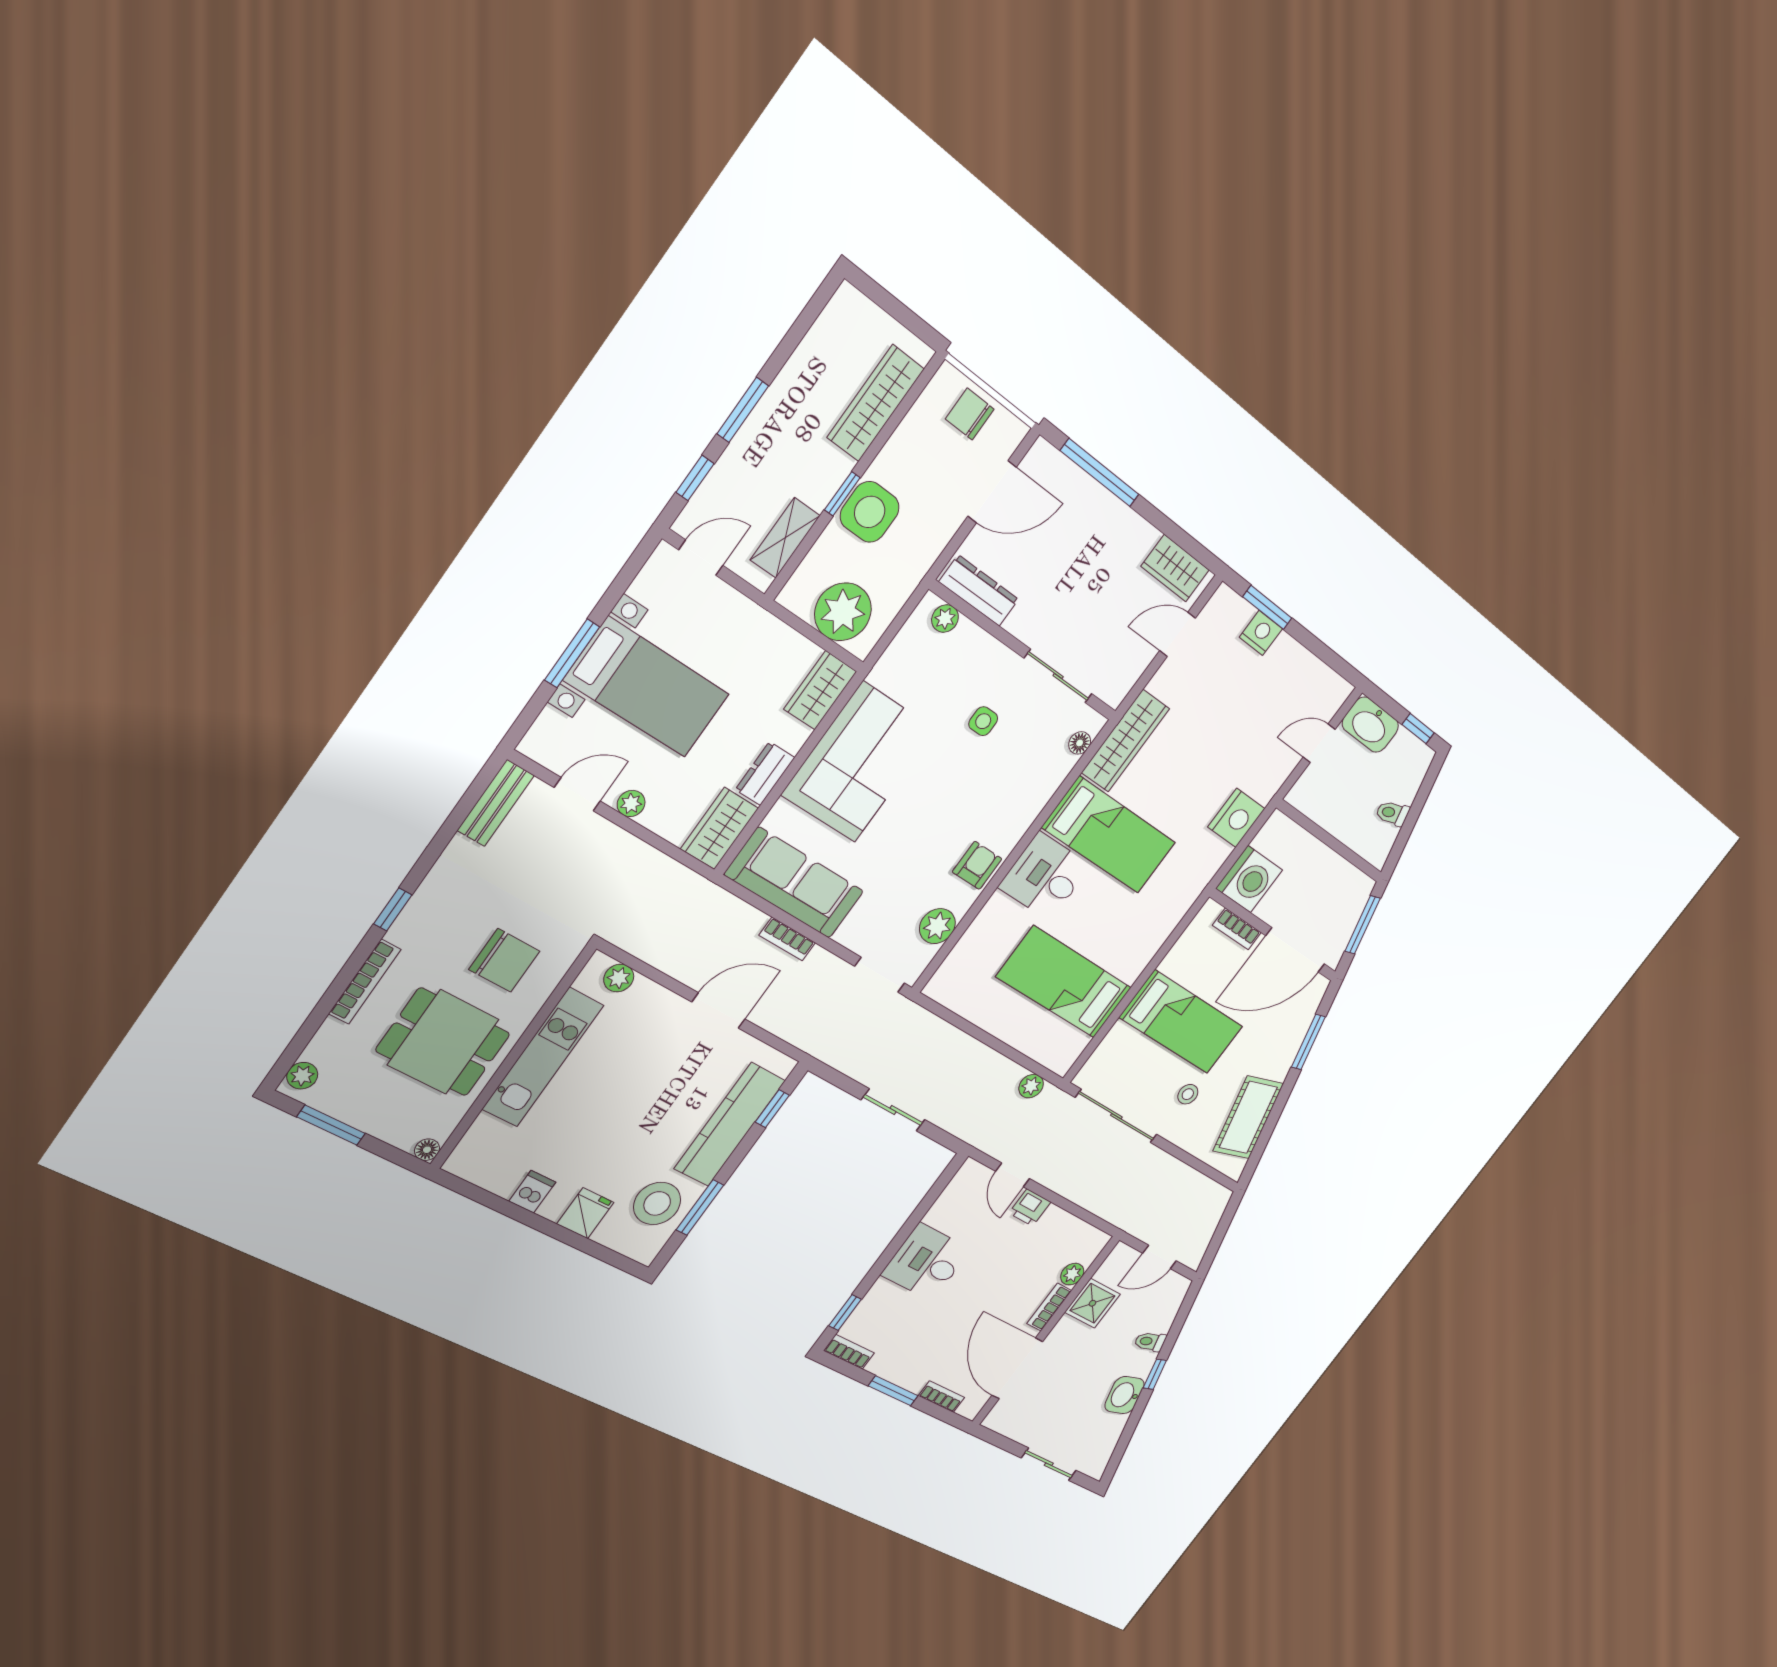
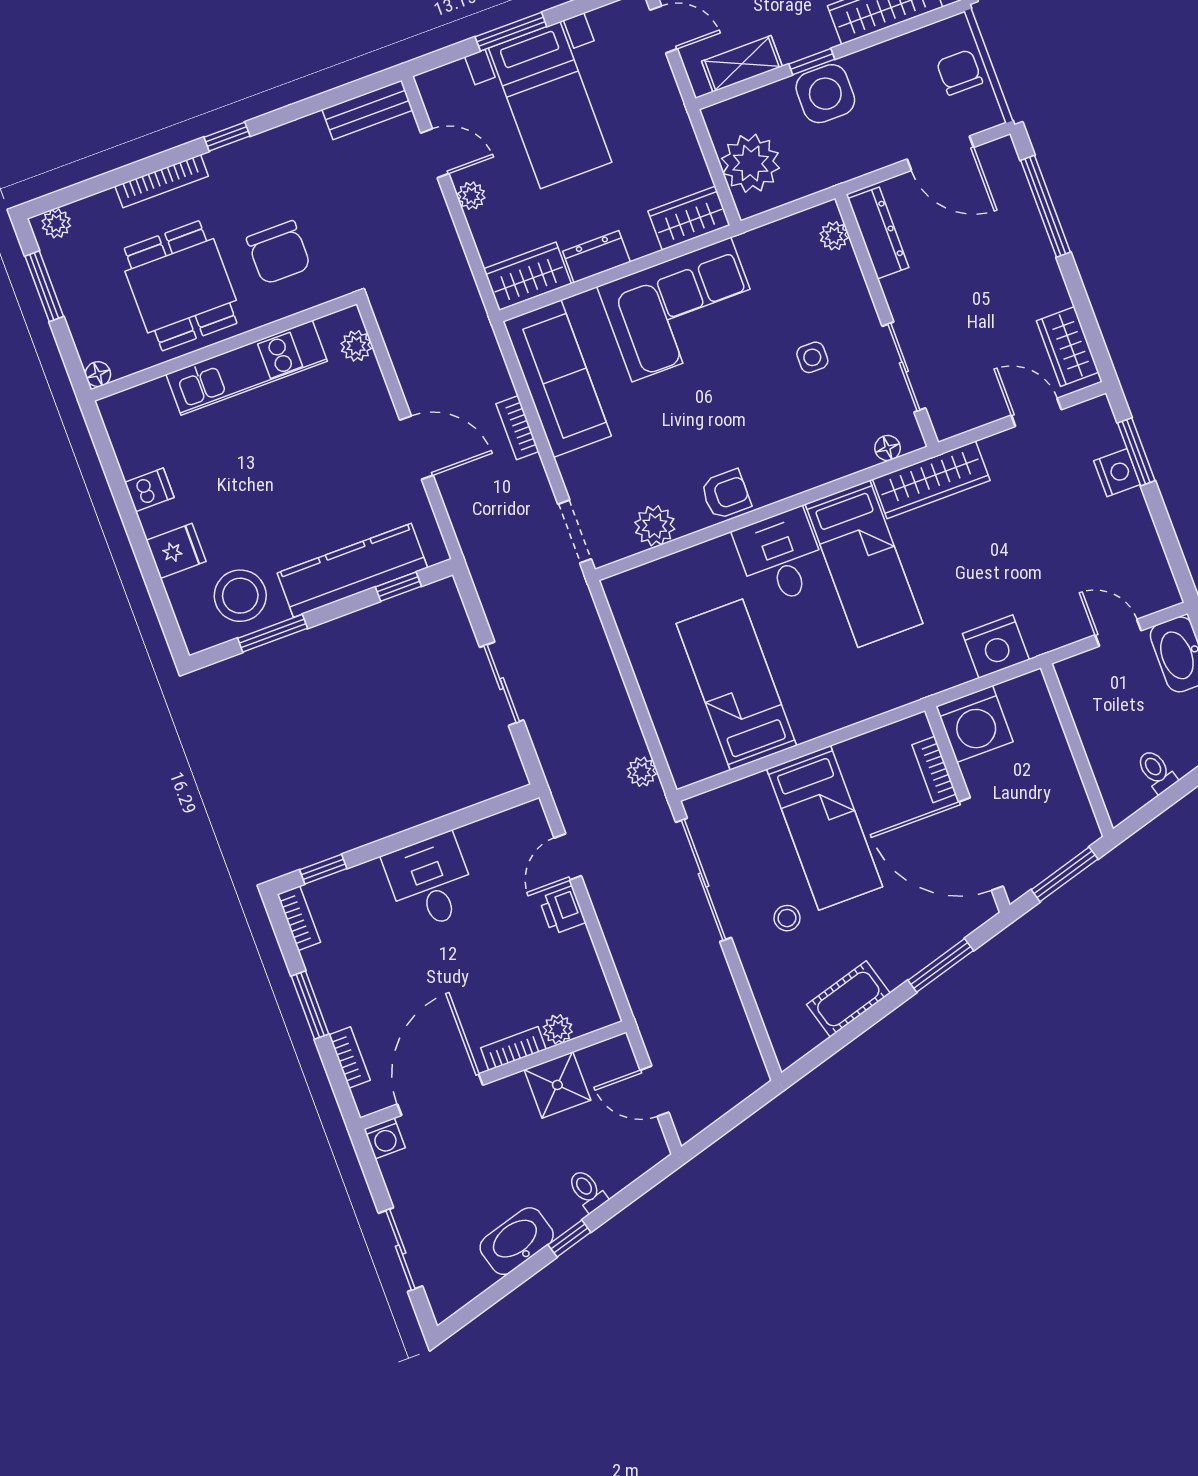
cot: (1248, 1117) -> (848, 999), width x0.73, depth x0.75
washbasin: (1125, 1395) -> (517, 1241), width x1.38
washing machine: (997, 1419) -> (385, 1138), added

